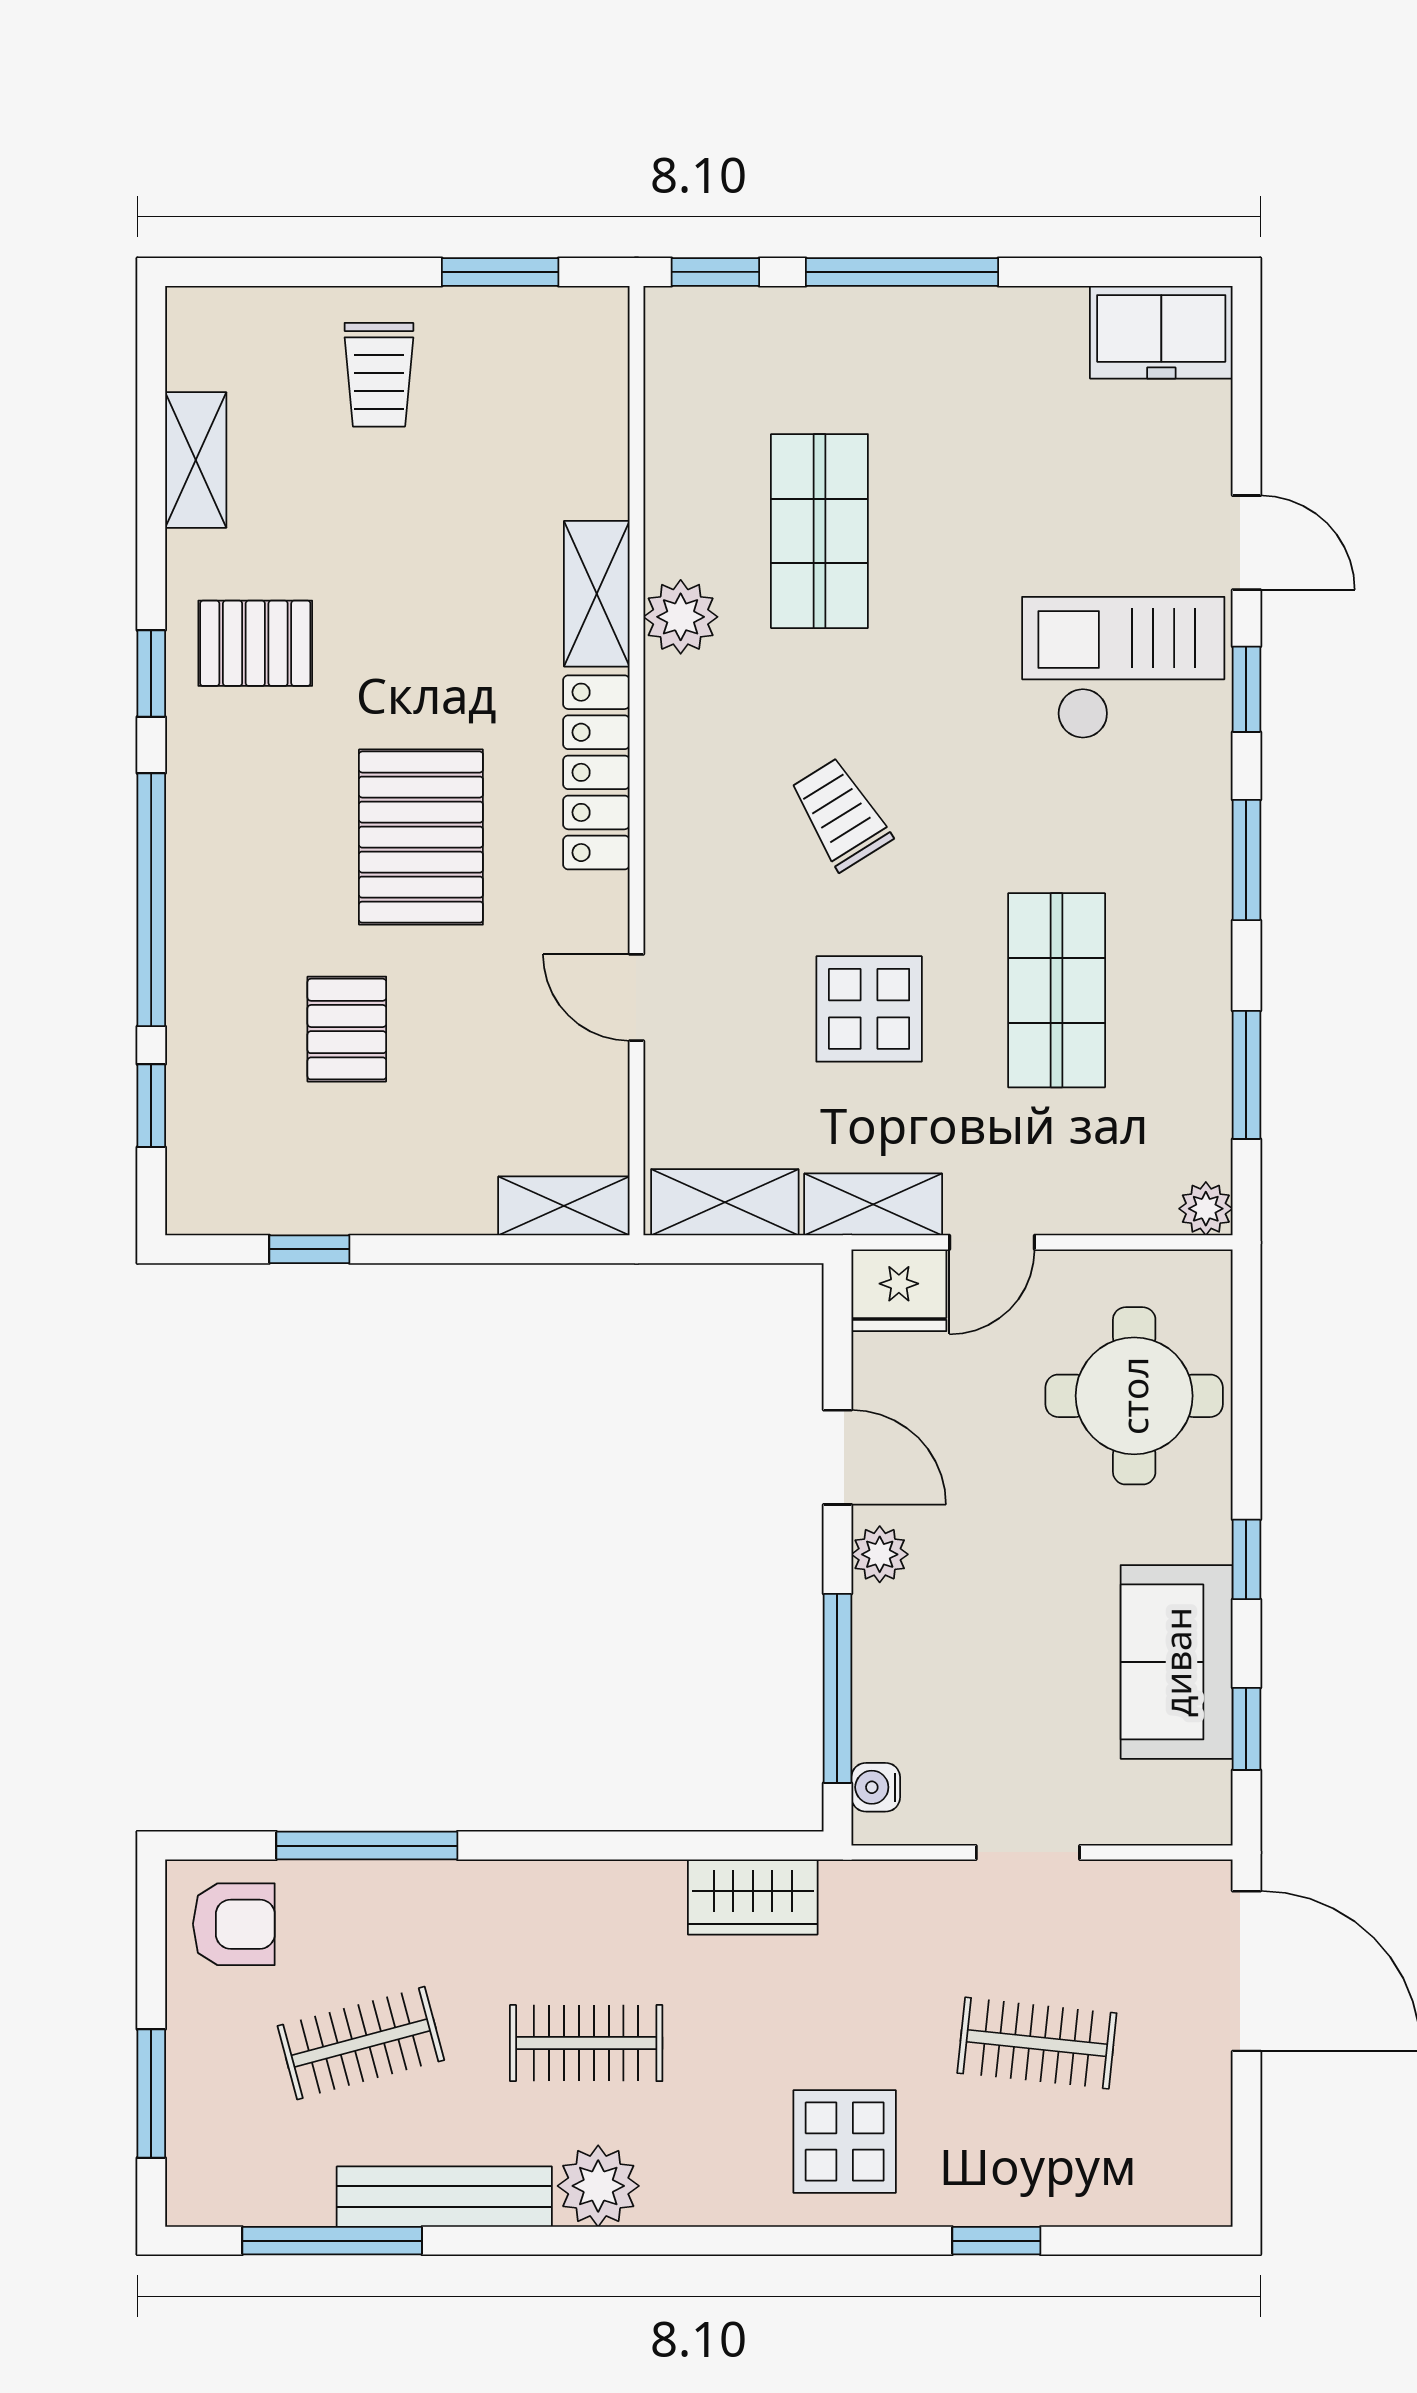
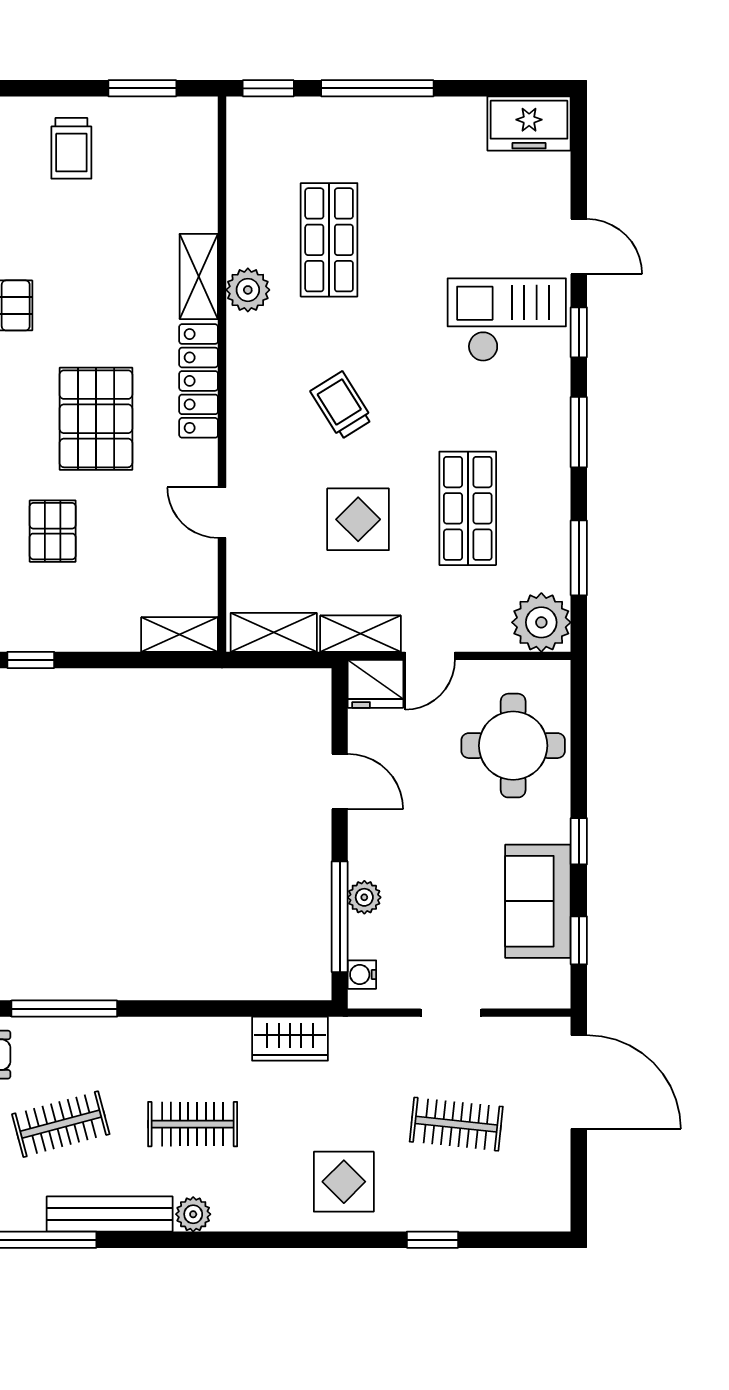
plant: (1206, 1209) -> (541, 622), width x1.87, depth x1.87
plant: (880, 1554) -> (364, 897), moved
plant: (598, 2186) -> (193, 1214), width x0.73, depth x0.73

